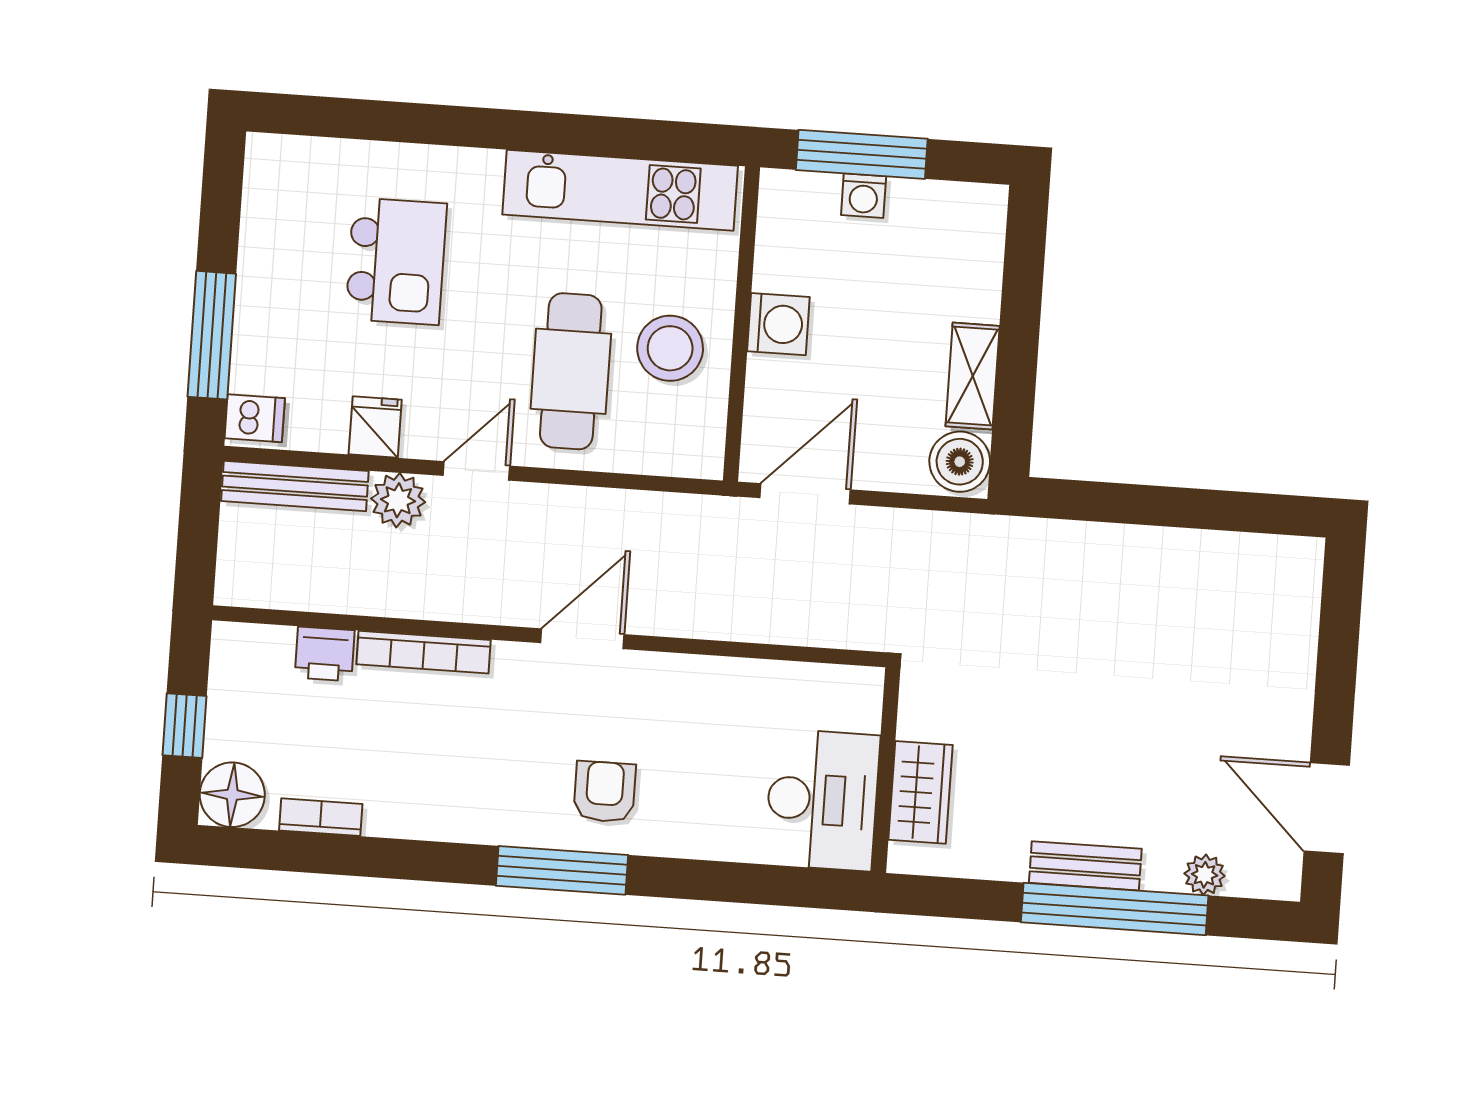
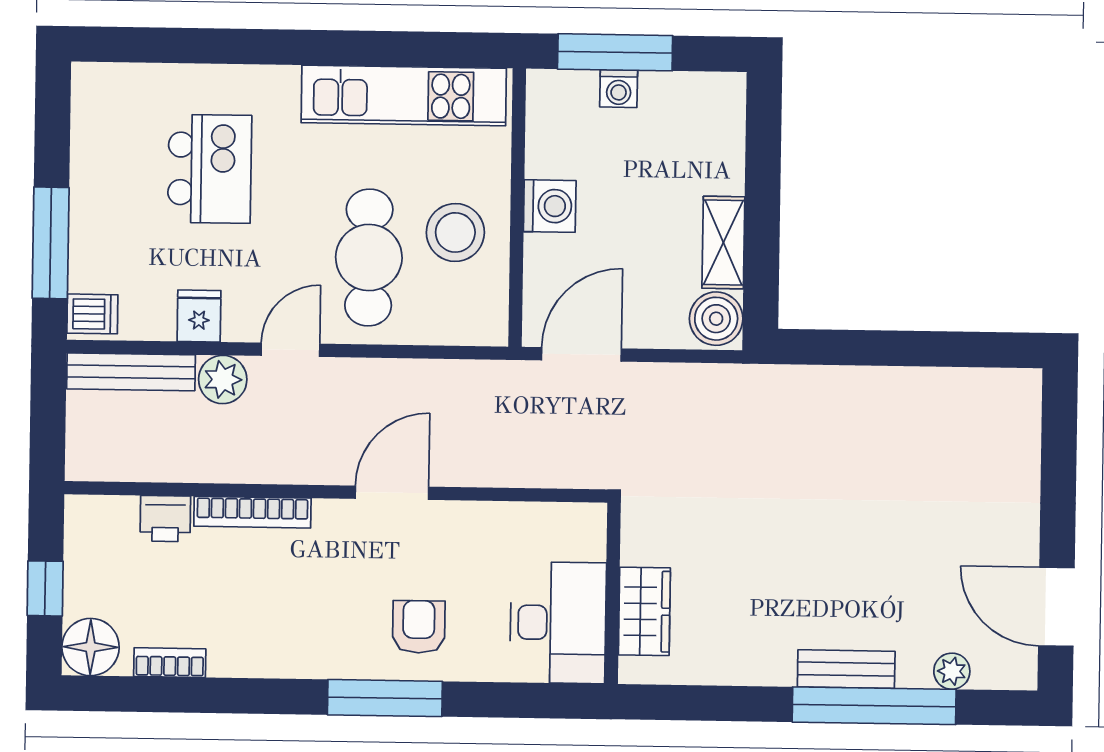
wall: (886, 770) -> (613, 593), moved
wardrobe: (921, 792) -> (644, 611), moved
desk: (822, 800) -> (558, 623), moved

